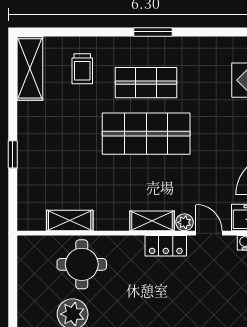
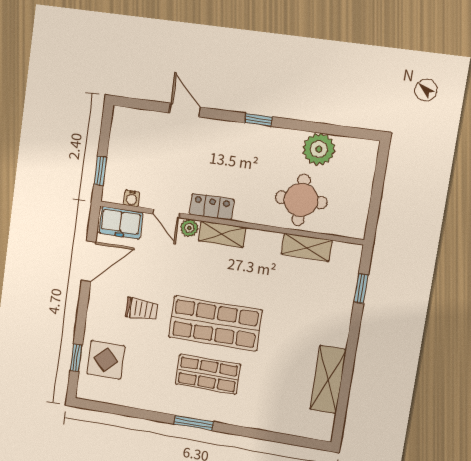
shelving: (30, 68) -> (328, 380), moved
trolley: (82, 69) -> (141, 309), moved, turned 90
window: (13, 154) -> (361, 288), moved

